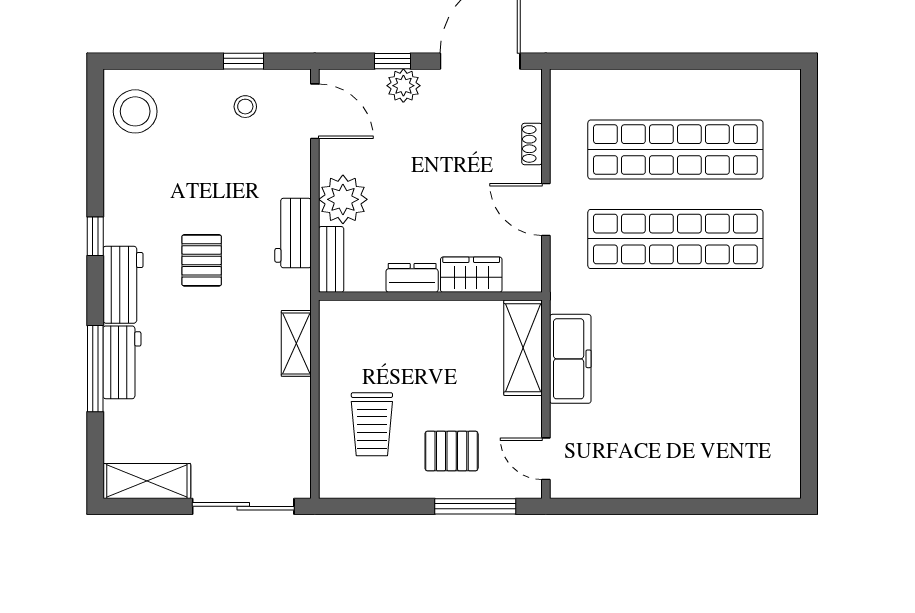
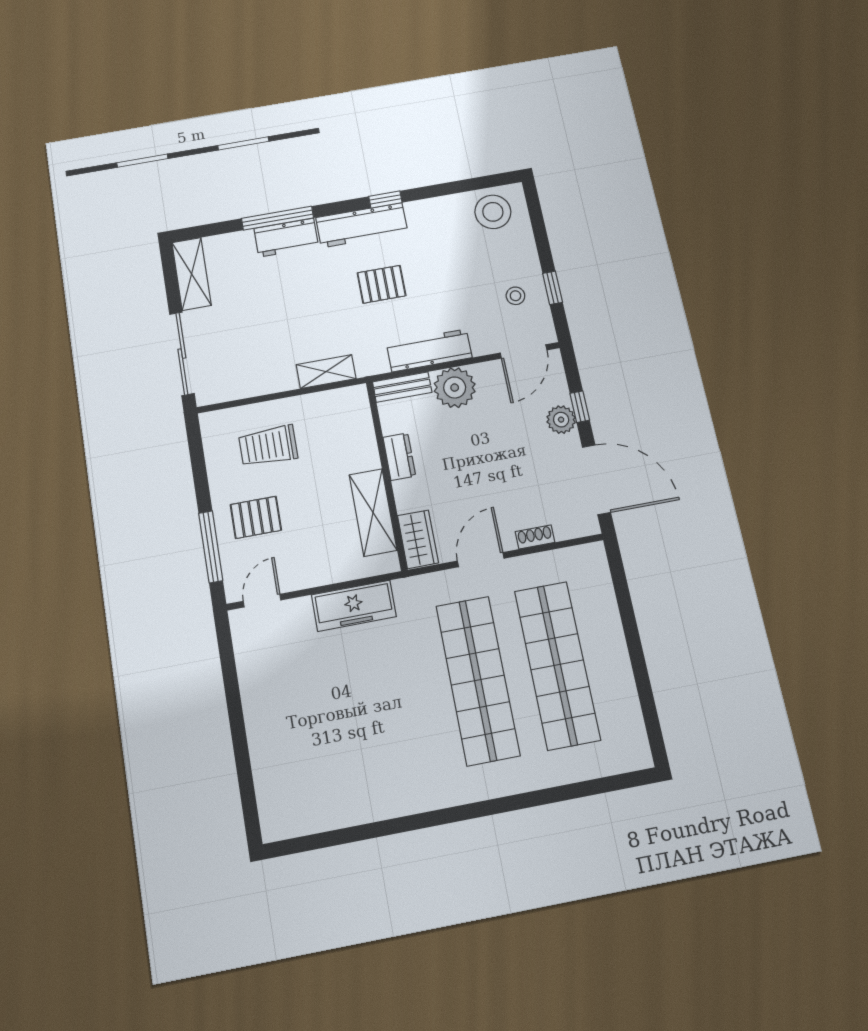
workbench: (293, 233) -> (429, 350), width x1.38
wardrobe: (471, 275) -> (418, 539), moved
workbench: (123, 285) -> (362, 225), width x1.38
shelving: (523, 348) -> (373, 512), moved, turned 90
pallet: (452, 451) -> (256, 517), turned 90

